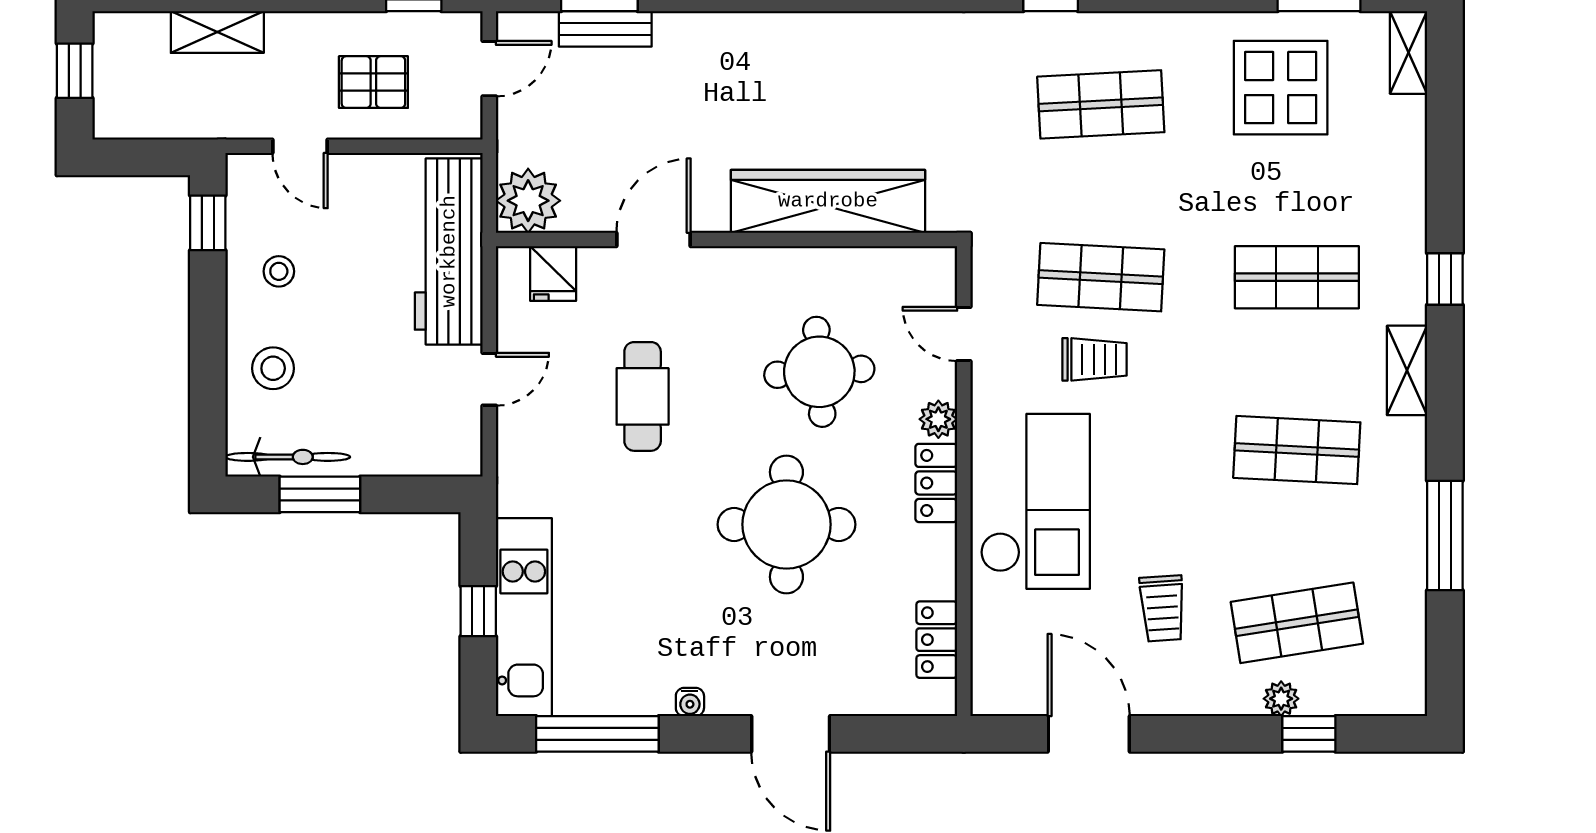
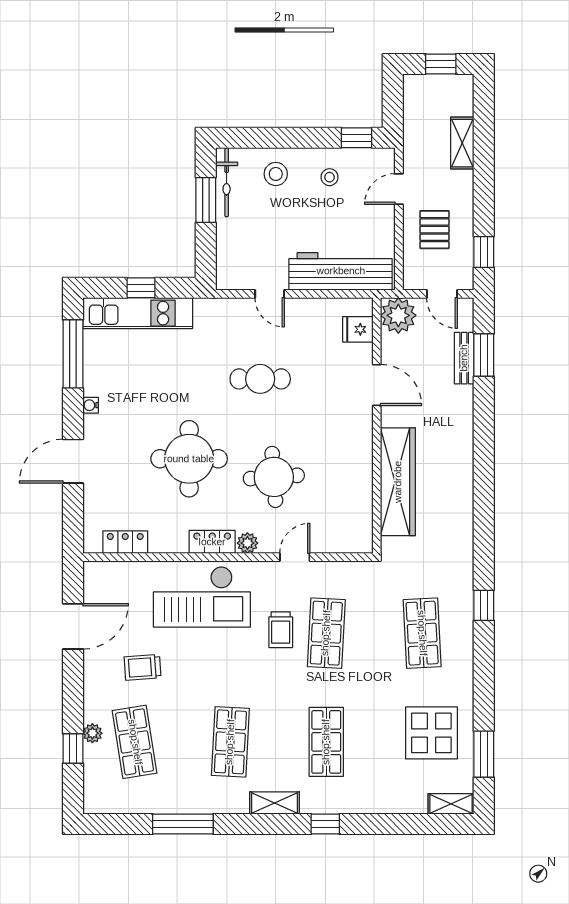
plant: (528, 201) -> (398, 315), moved
wardrobe: (828, 201) -> (398, 482), moved
door: (653, 239) -> (377, 385), moved
wall: (727, 239) -> (377, 426), moved
fridge: (553, 273) -> (358, 329), moved

